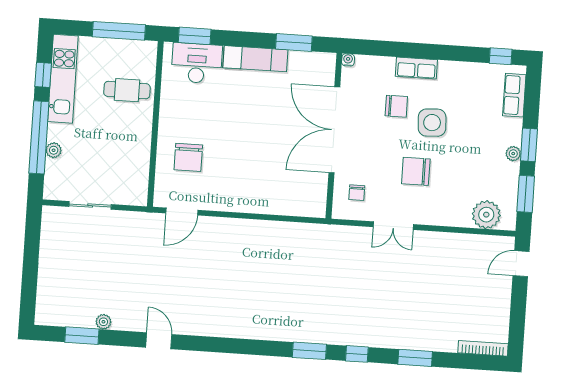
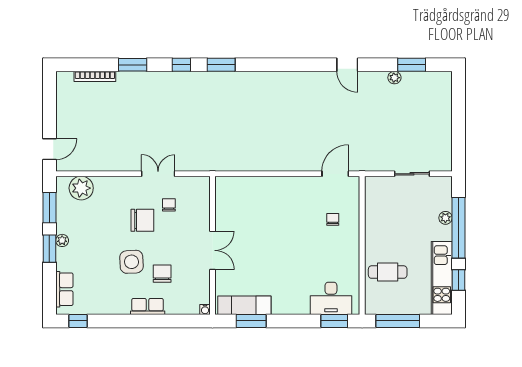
exam couch: (255, 59) -> (244, 305), moved
chair: (396, 106) -> (162, 274), turned 90
double door: (334, 130) -> (213, 250), width x0.54
chair: (188, 157) -> (333, 219), width x0.54, depth x0.54
chair: (357, 193) -> (169, 205), moved
bookcase: (483, 348) -> (95, 76), moved

